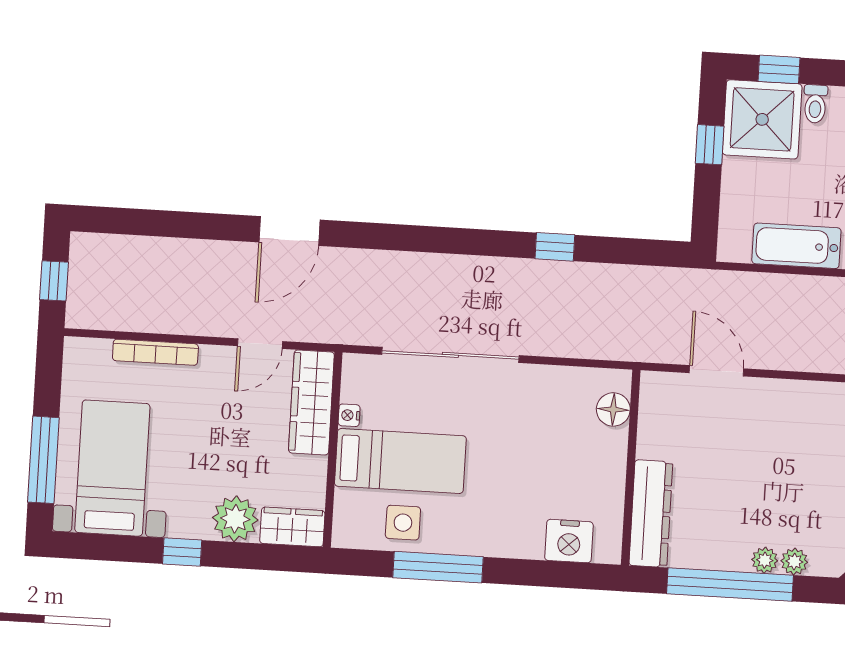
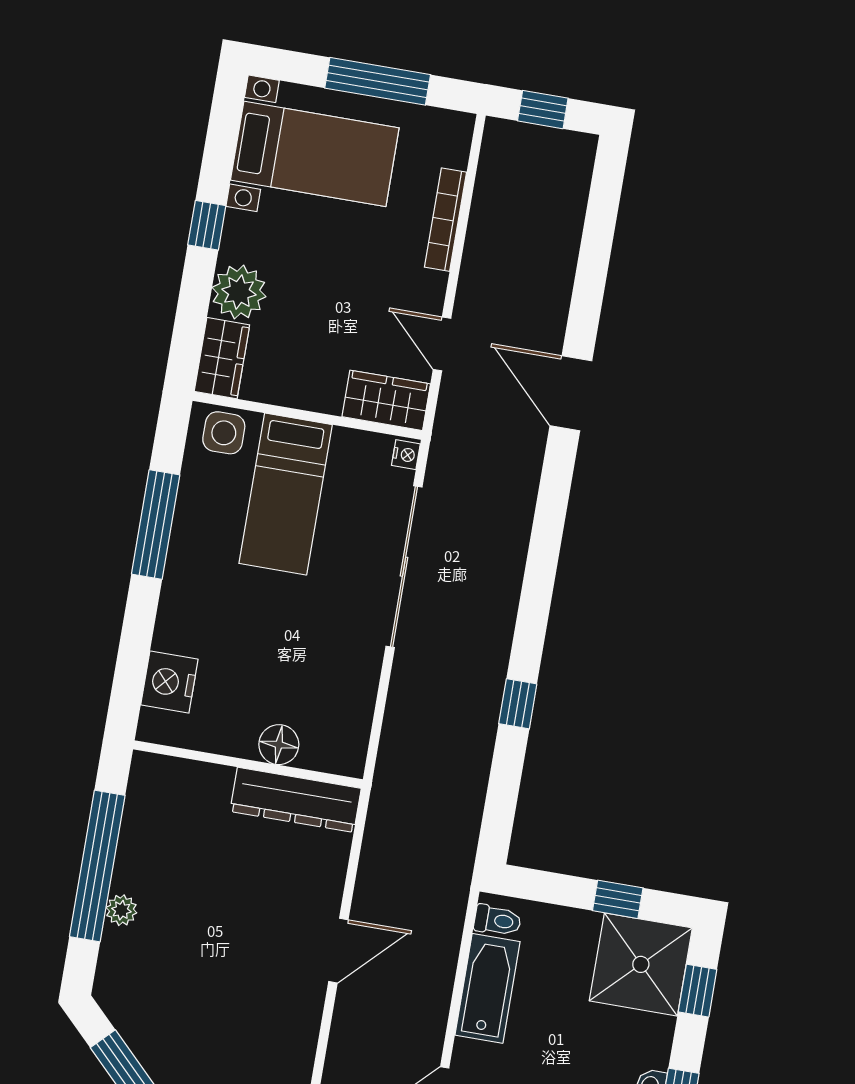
toilet: (815, 104) -> (497, 920), moved, turned 180
door: (716, 371) -> (338, 951), moved
wardrobe: (311, 402) -> (386, 400), width x0.67
floor lamp: (613, 409) -> (279, 745), moved
nightstand: (349, 415) -> (406, 455), moved, turned 90
window: (43, 460) -> (378, 81), moved
dresser: (651, 514) -> (296, 800), moved
side table: (403, 523) -> (224, 433), moved
plant: (794, 562) -> (116, 945), removed

